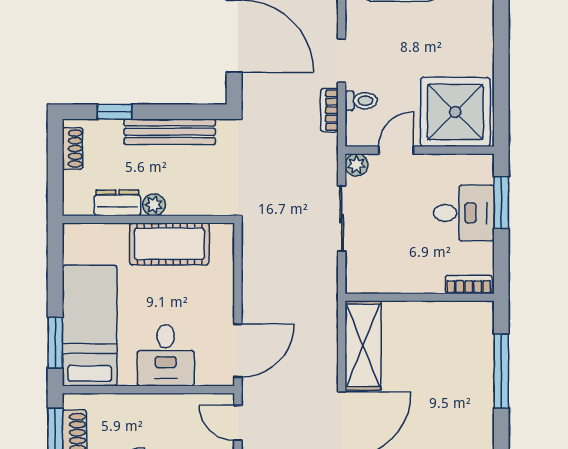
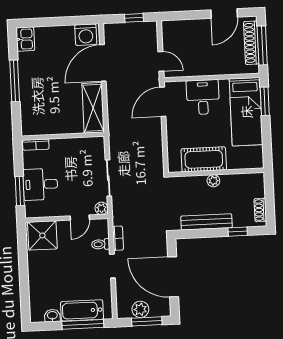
shower: (455, 112) -> (42, 235), width x0.73, depth x0.73
dresser: (117, 203) -> (234, 181), removed
window: (501, 371) -> (15, 81), moved

